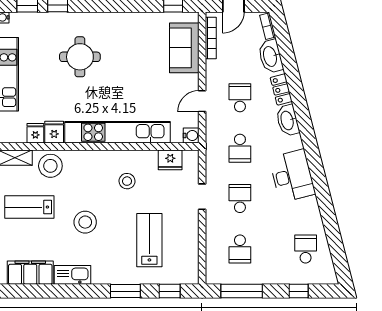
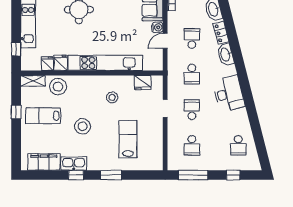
water cooler: (191, 136) -> (157, 27), moved
school desk: (306, 249) -> (238, 145), turned 180
window: (170, 291) -> (76, 175), moved

